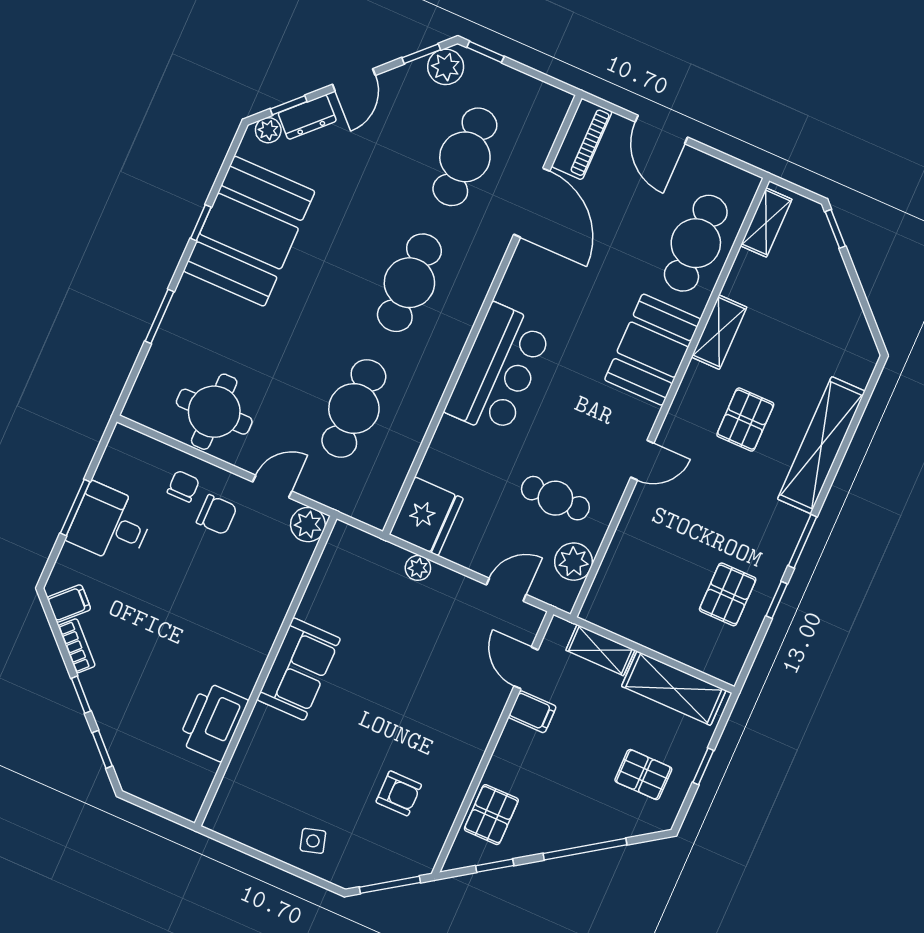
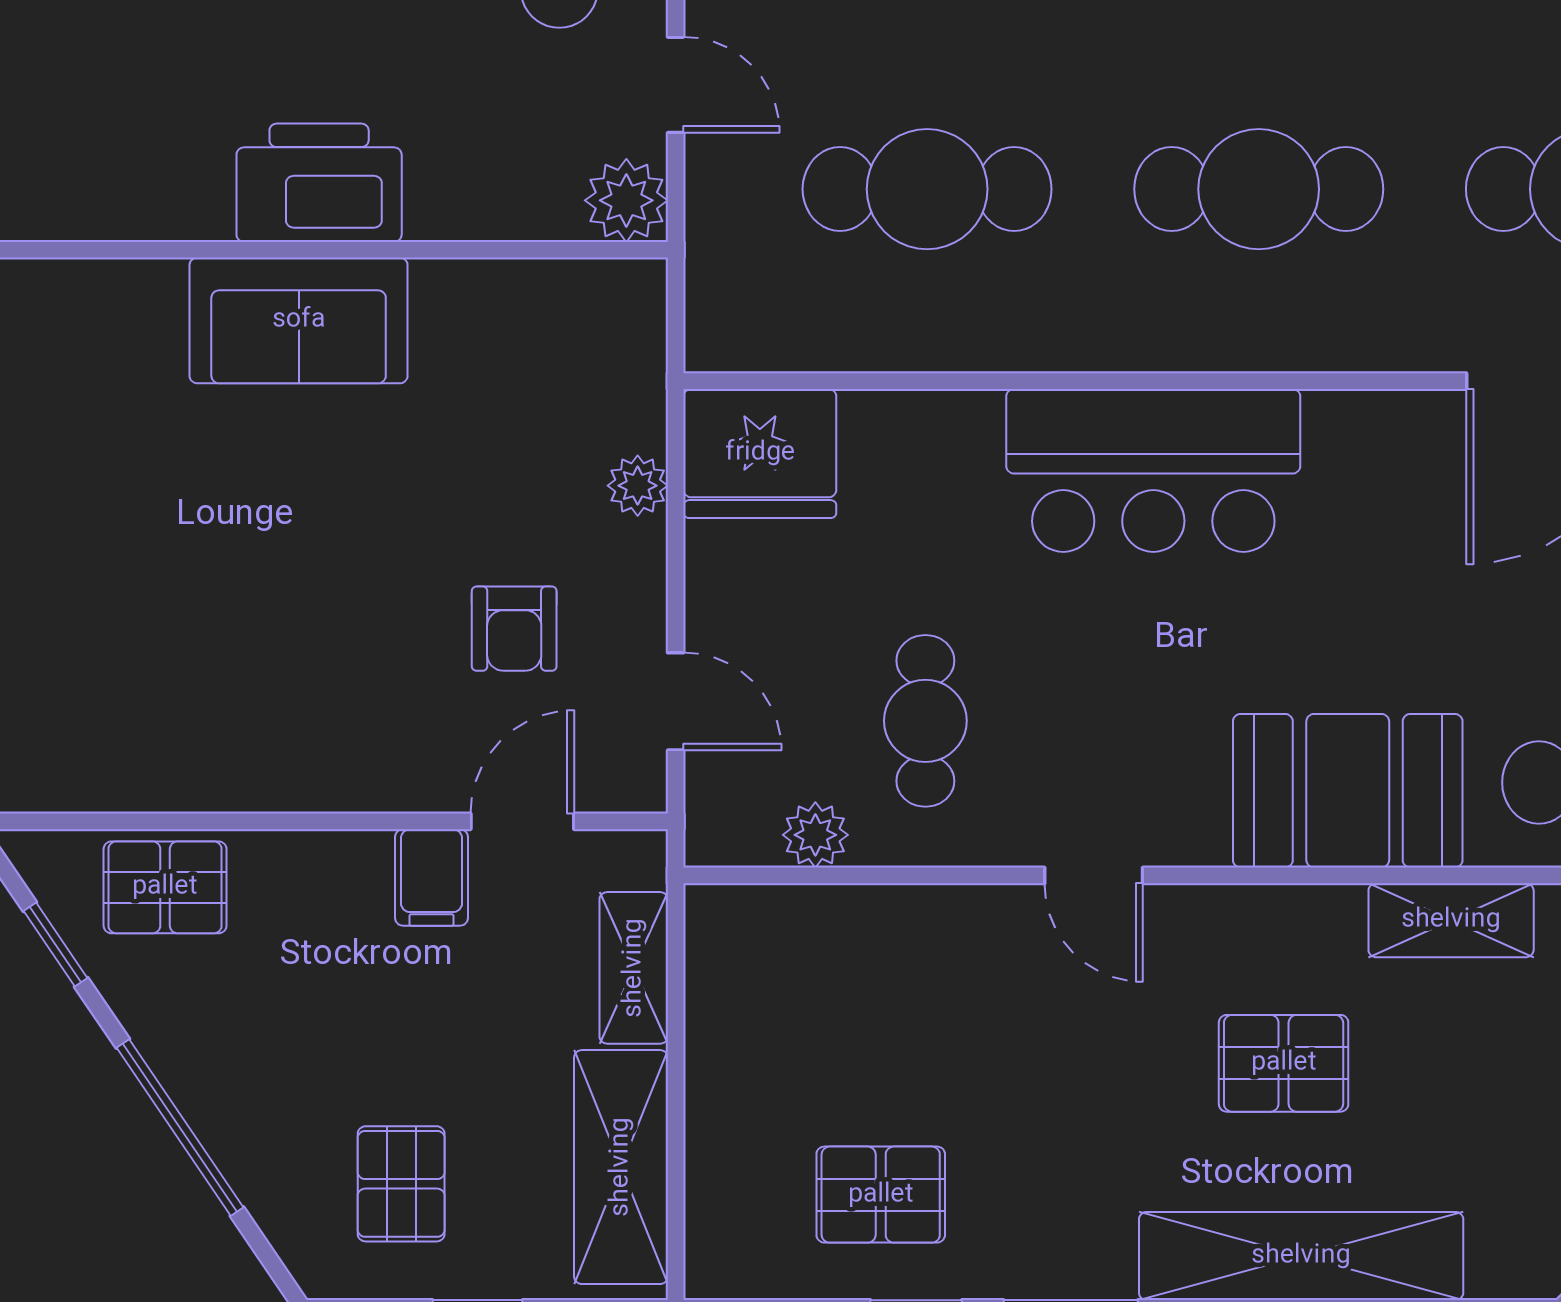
plant: (574, 562) -> (815, 835), width x0.73, depth x0.73
printer: (213, 722) -> (319, 183), moved
armchair: (399, 793) -> (514, 629), moved

